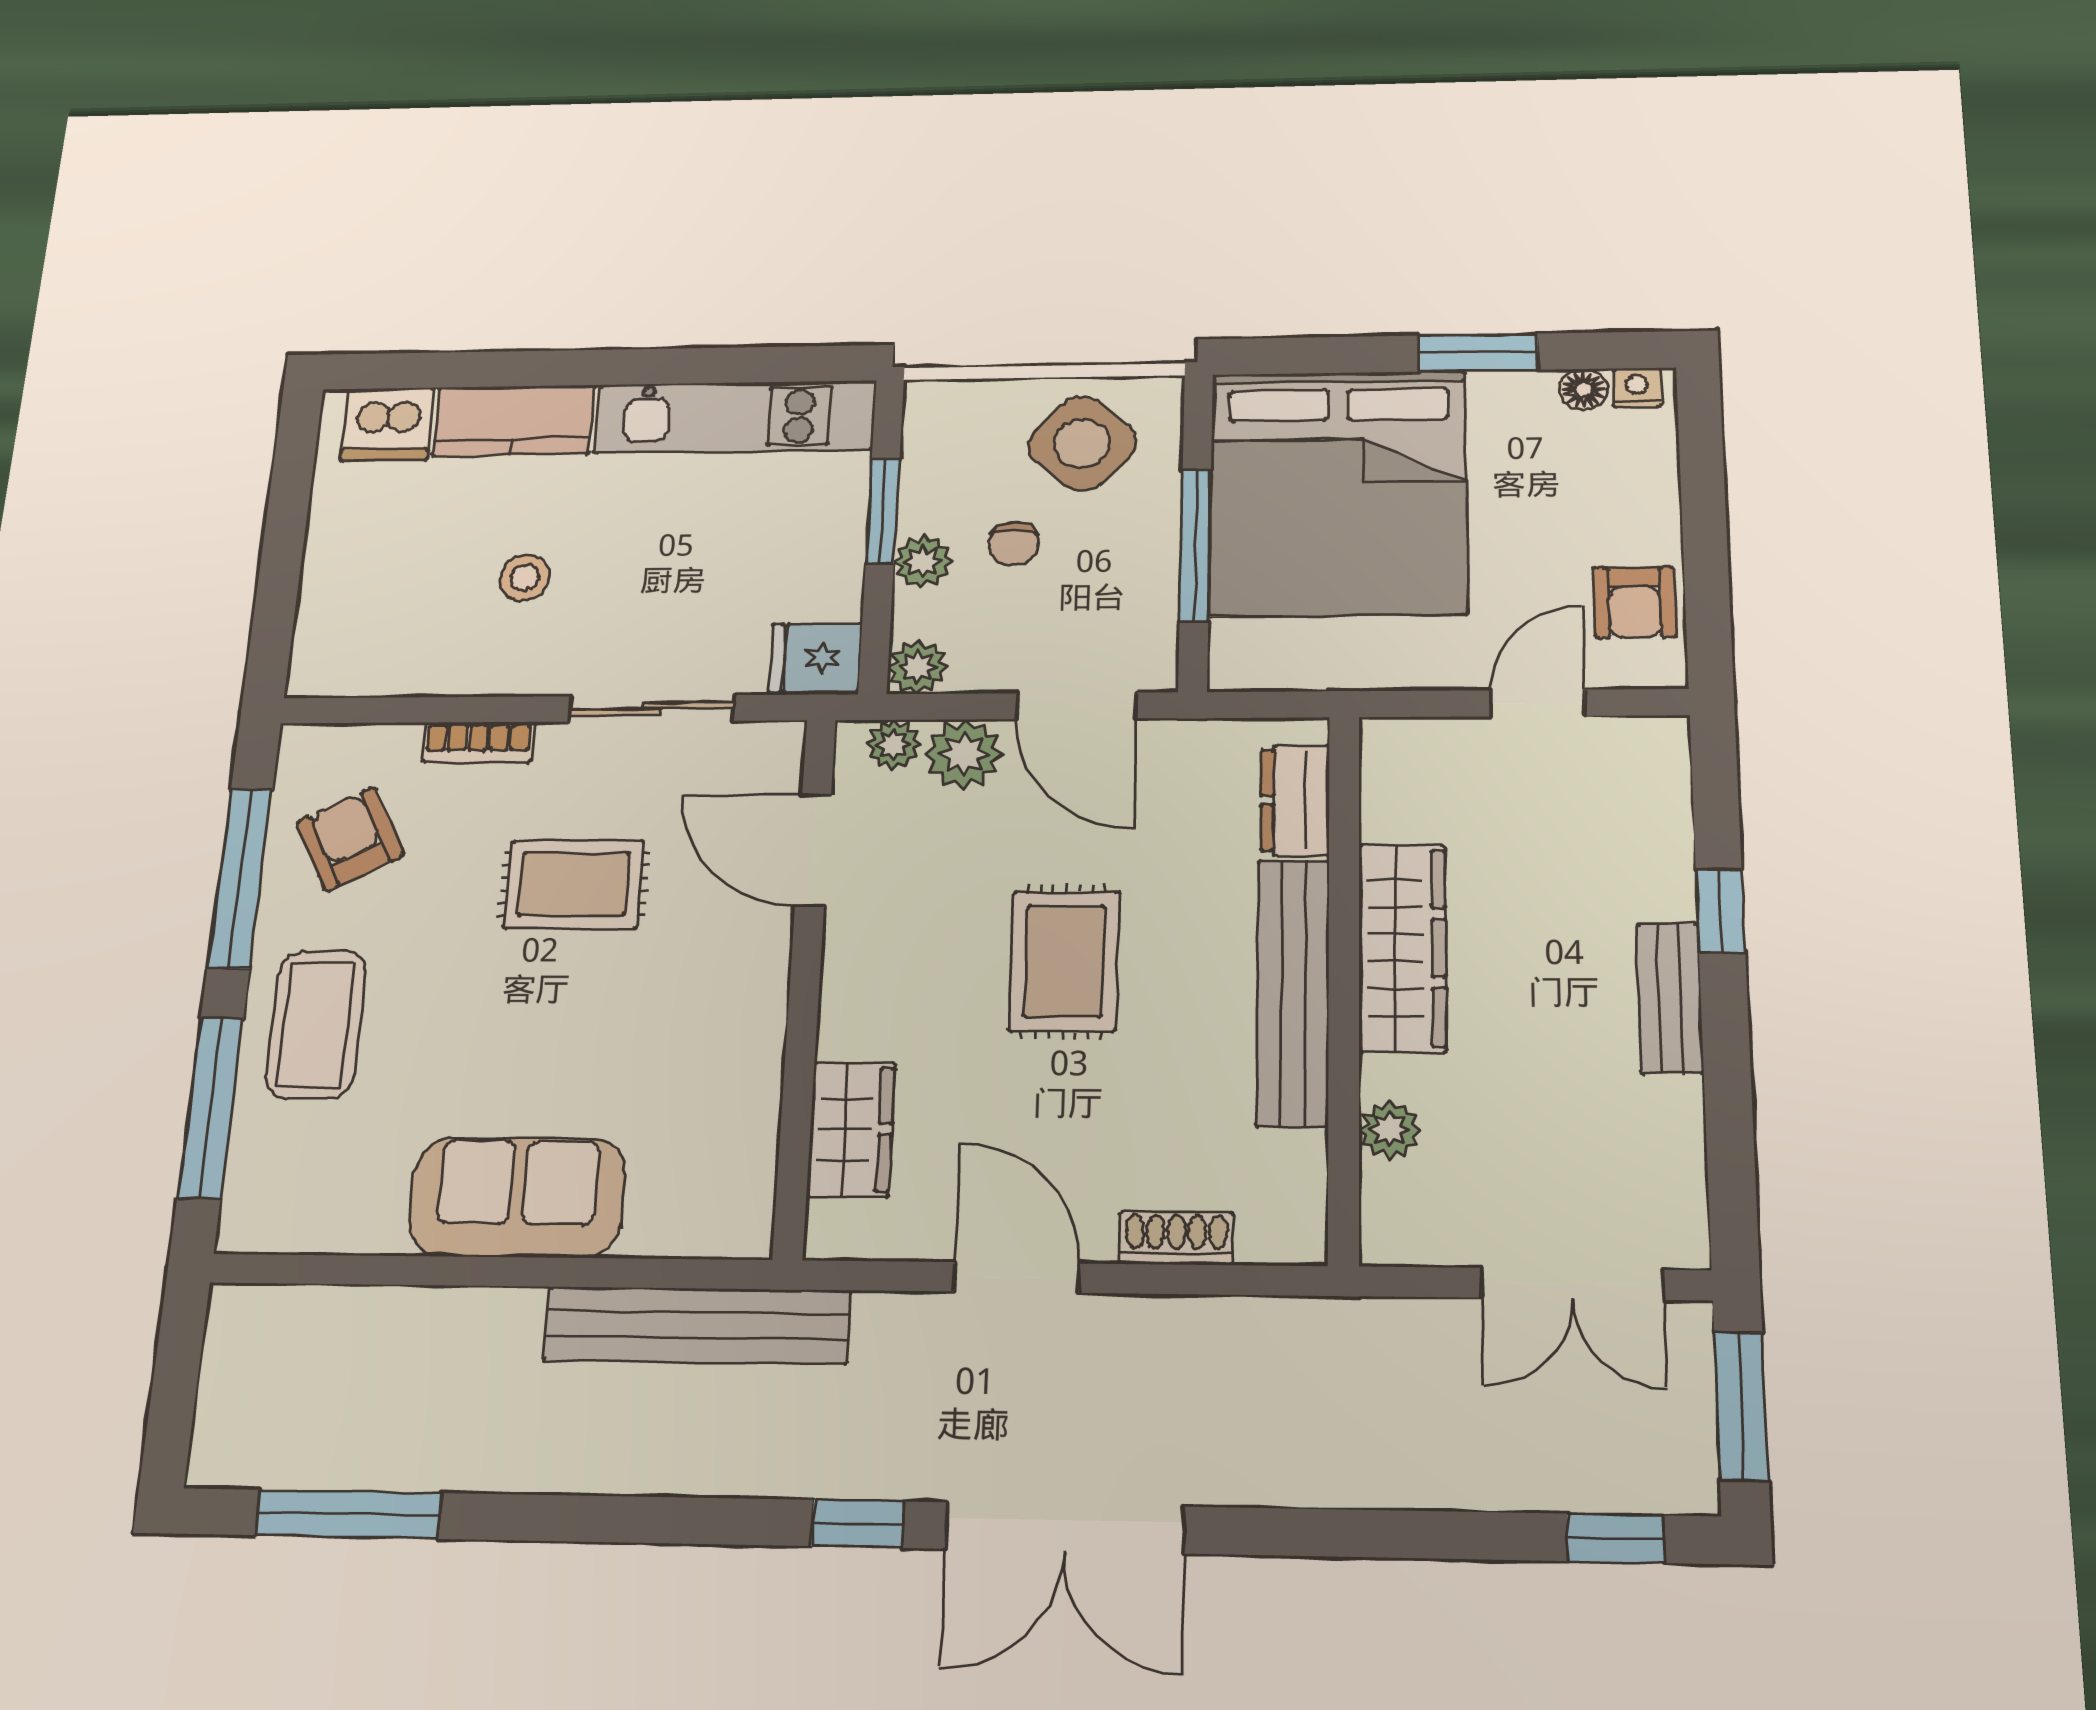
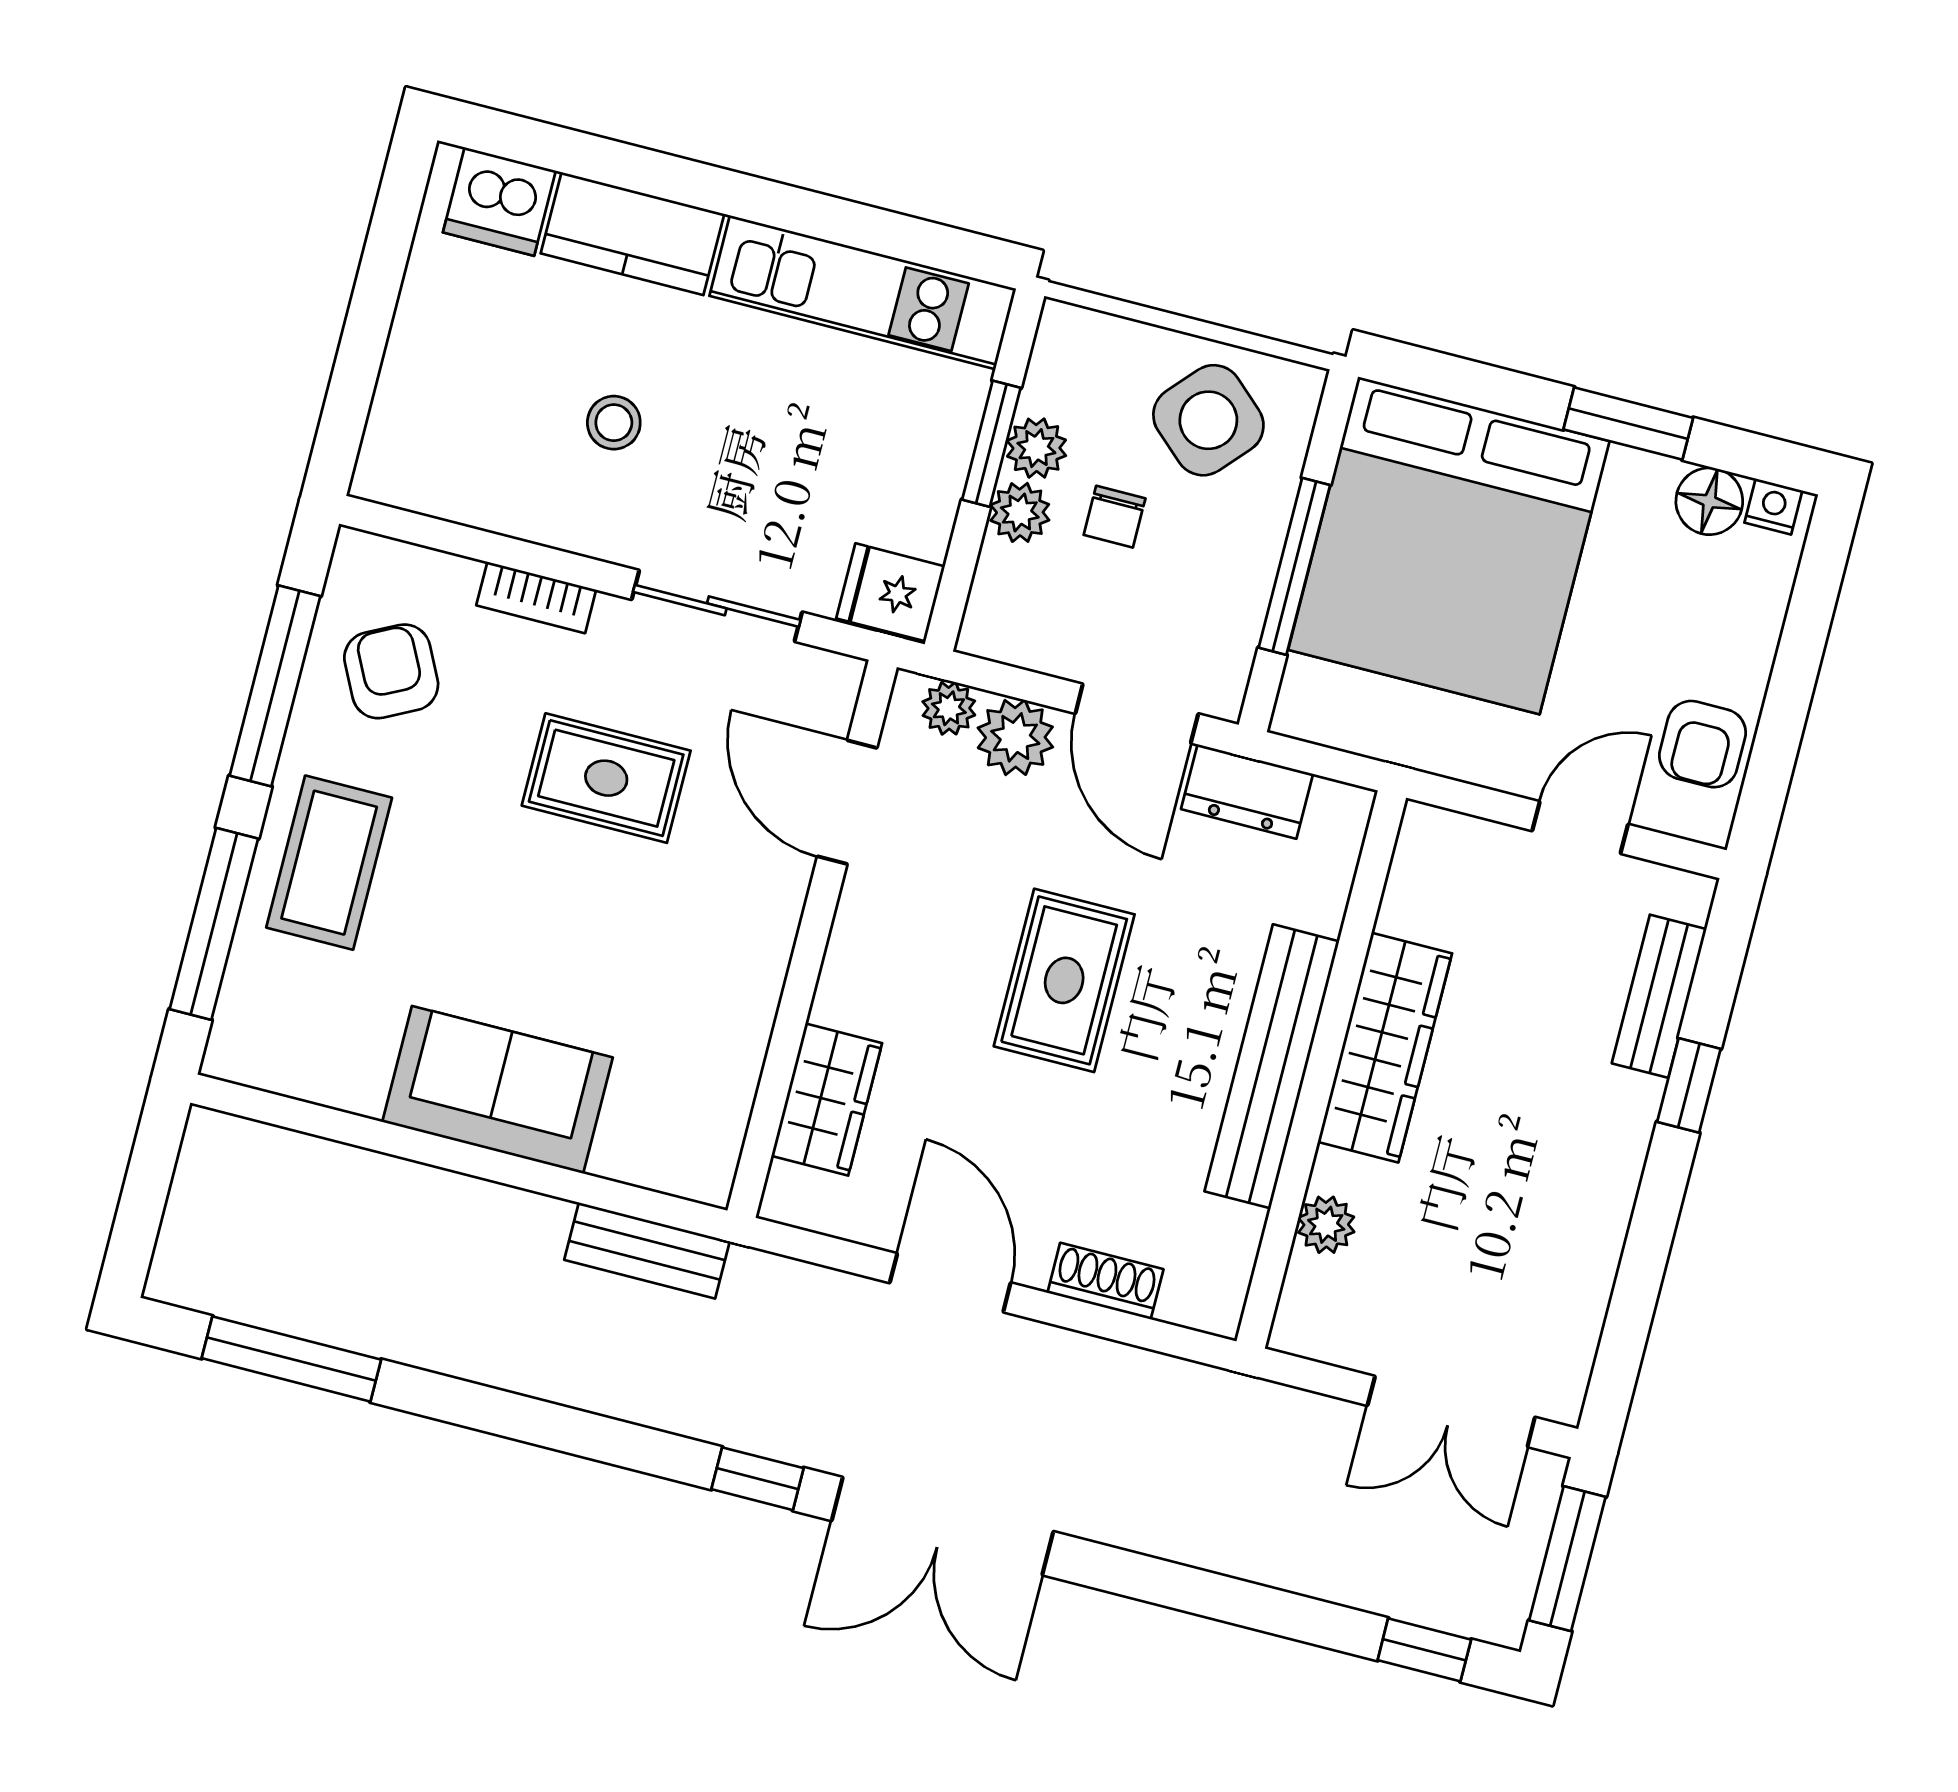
floor lamp: (1583, 390) -> (1709, 501), width x1.37, depth x1.37
plant: (918, 667) -> (1036, 448), moved
dresser: (1295, 800) -> (1247, 791), moved, turned -90
bench: (1670, 998) -> (1659, 996), moved
bench: (697, 1325) -> (647, 1251), width x0.54, depth x0.82

